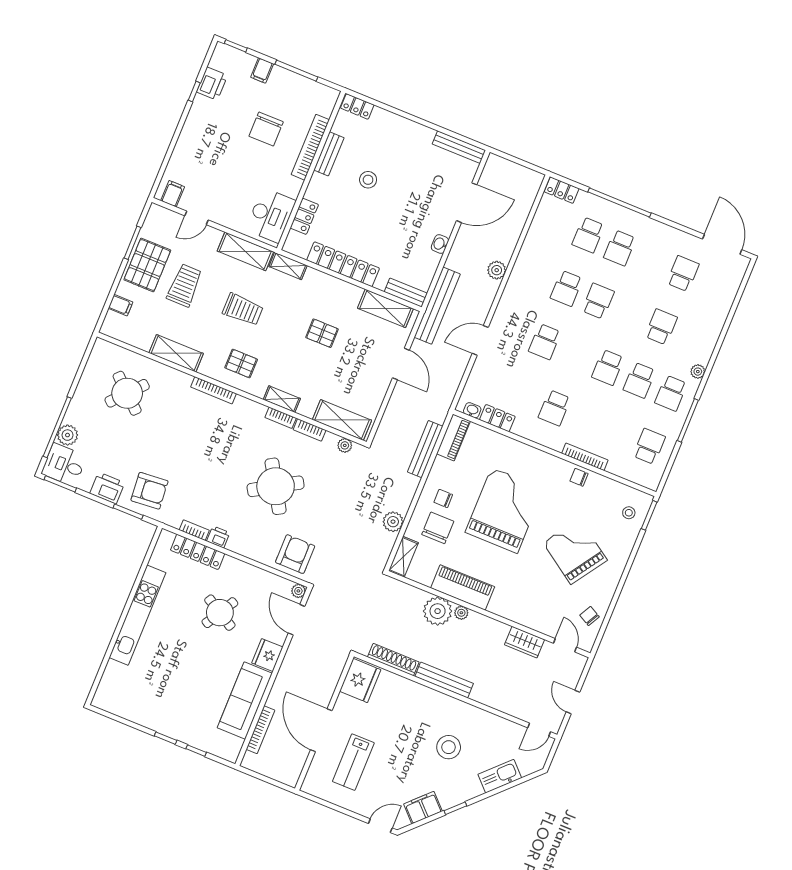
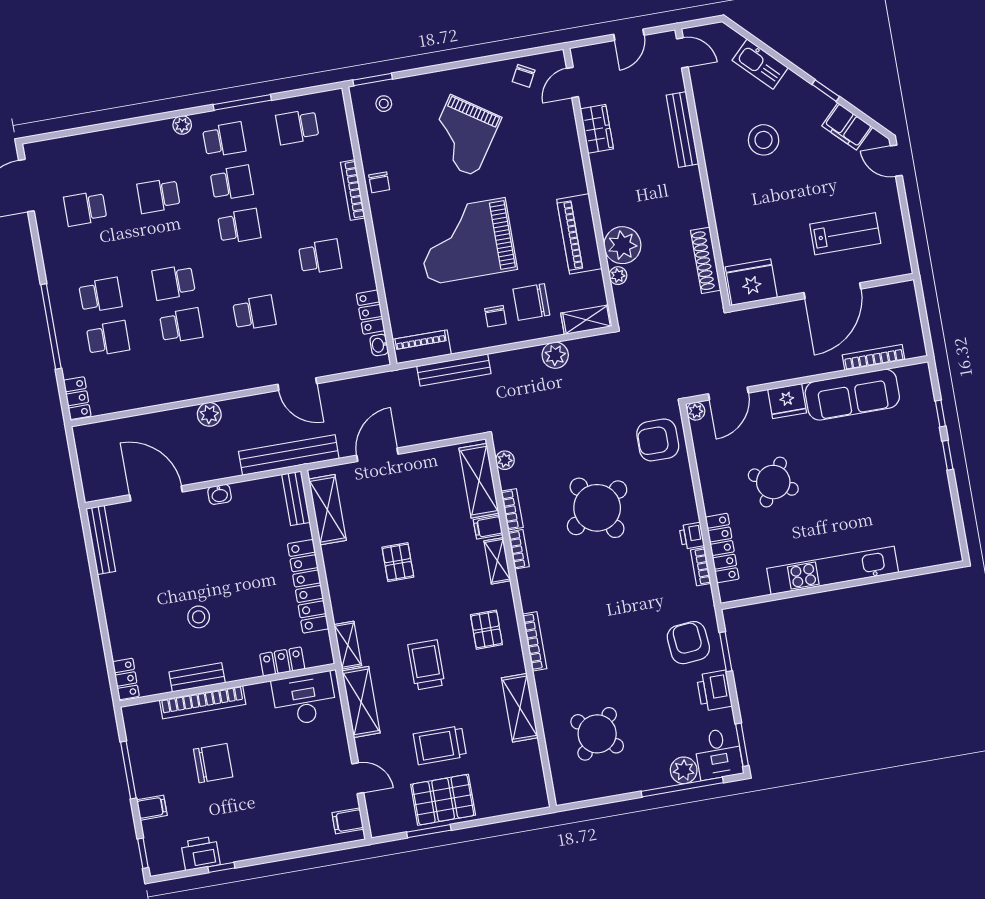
filing cabinet: (120, 305) -> (488, 527), moved, turned -90
plant: (461, 613) -> (618, 276), moved
bench: (444, 680) -> (683, 129), moved

